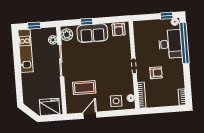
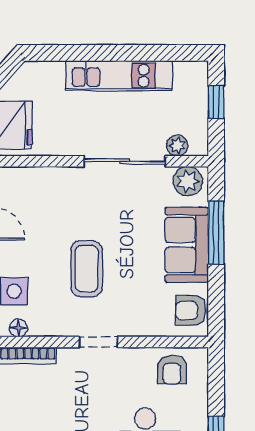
window: (87, 22) -> (216, 233), width x2.17
kitchen unit: (25, 51) -> (119, 76), moved
armchair: (156, 73) -> (172, 370), moved
coffee table: (84, 88) -> (87, 269), moved

